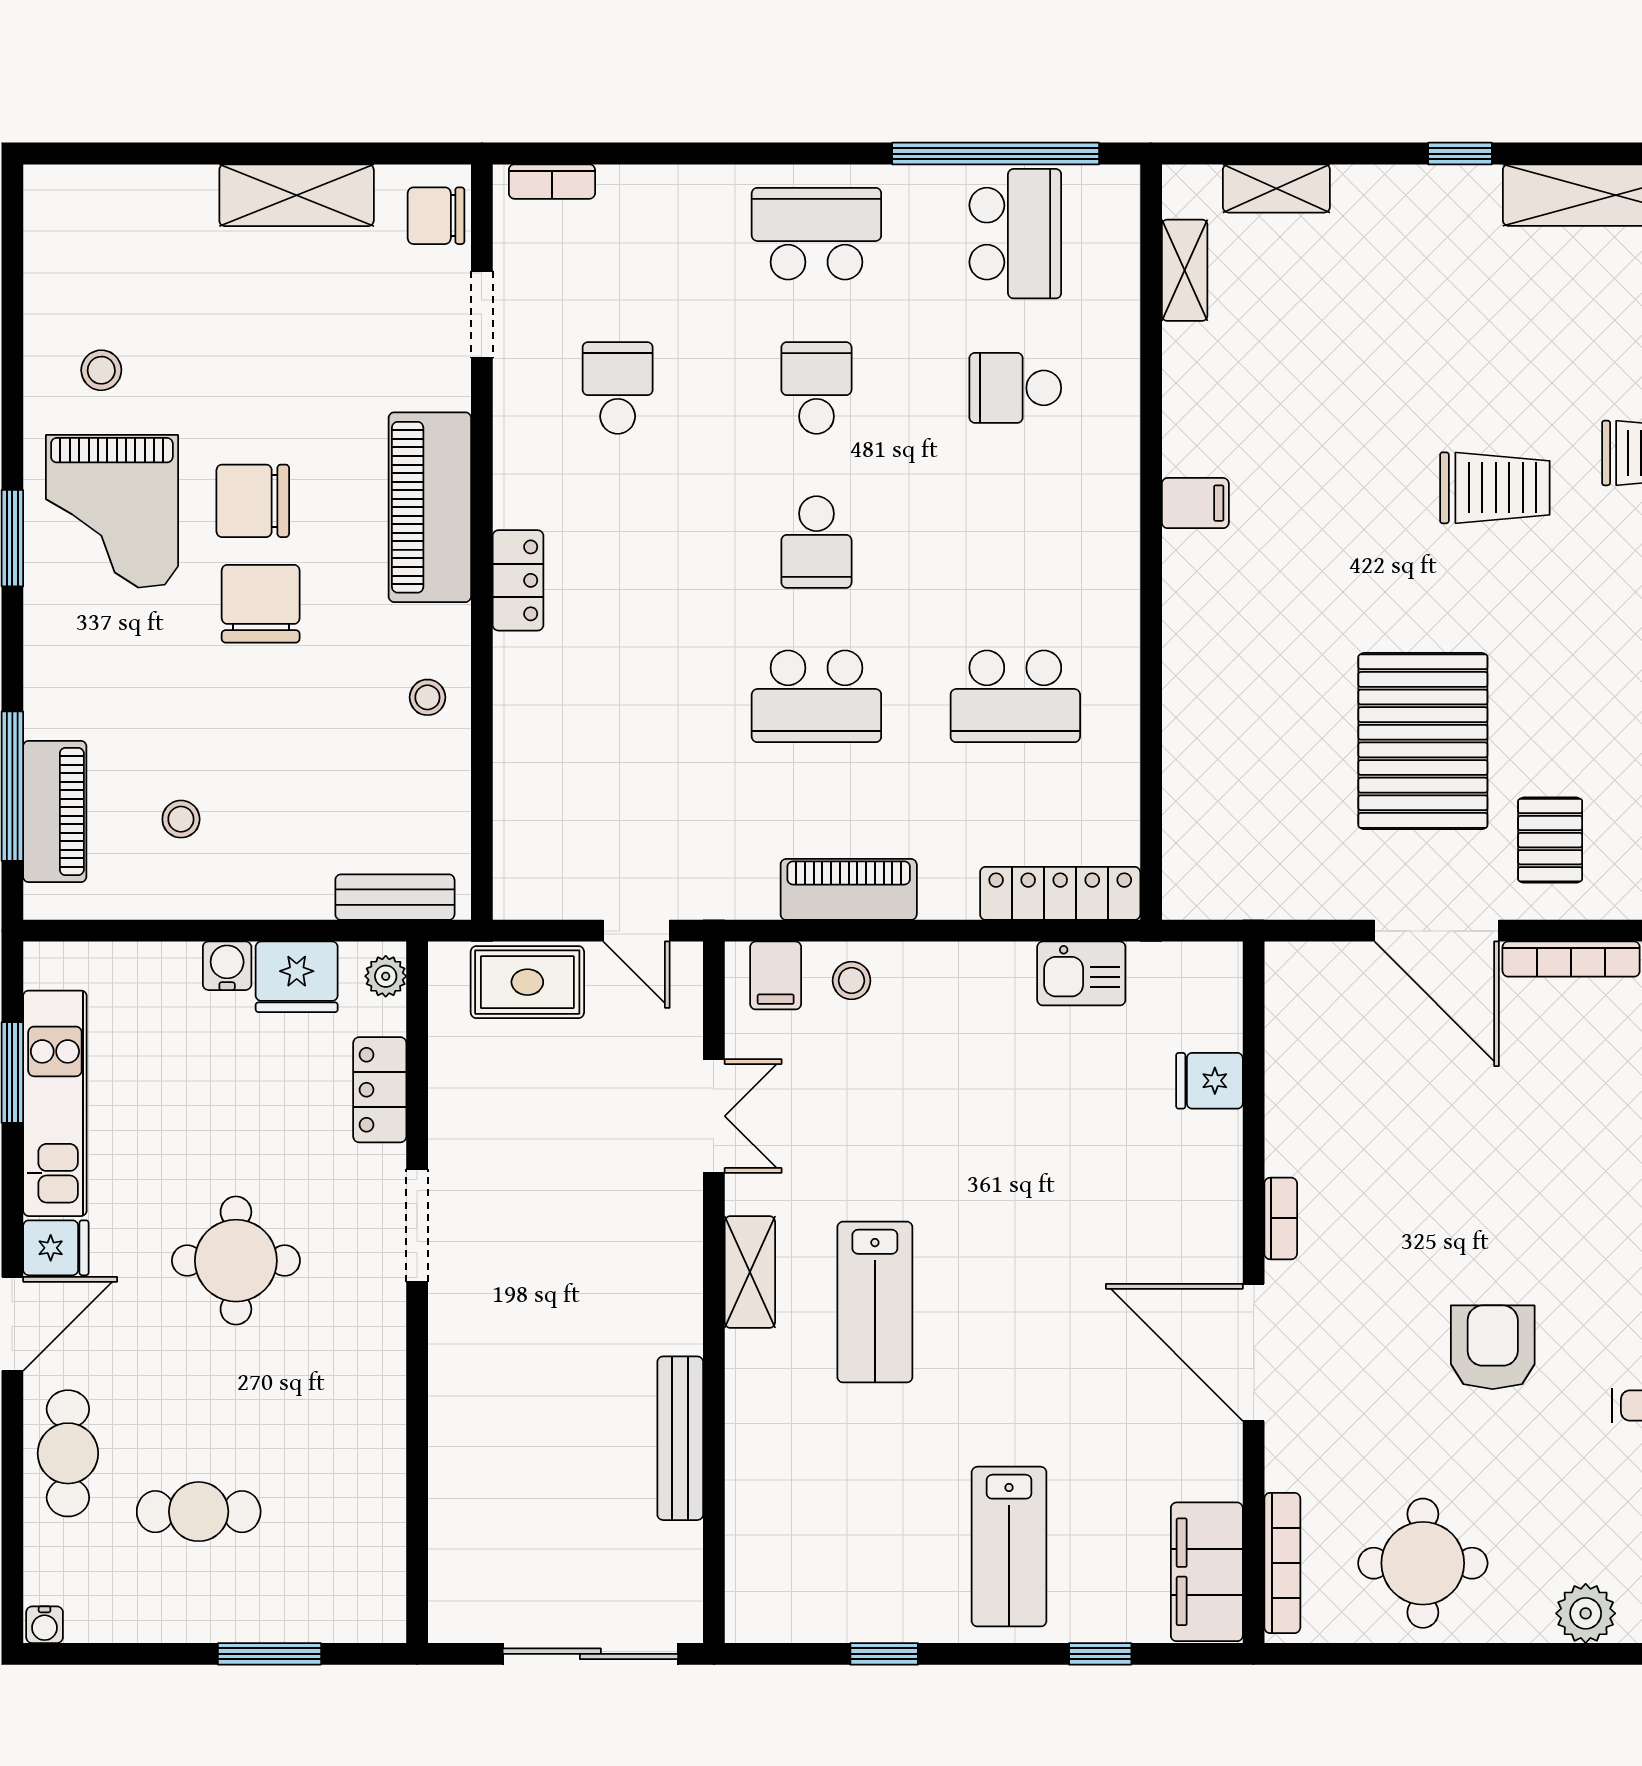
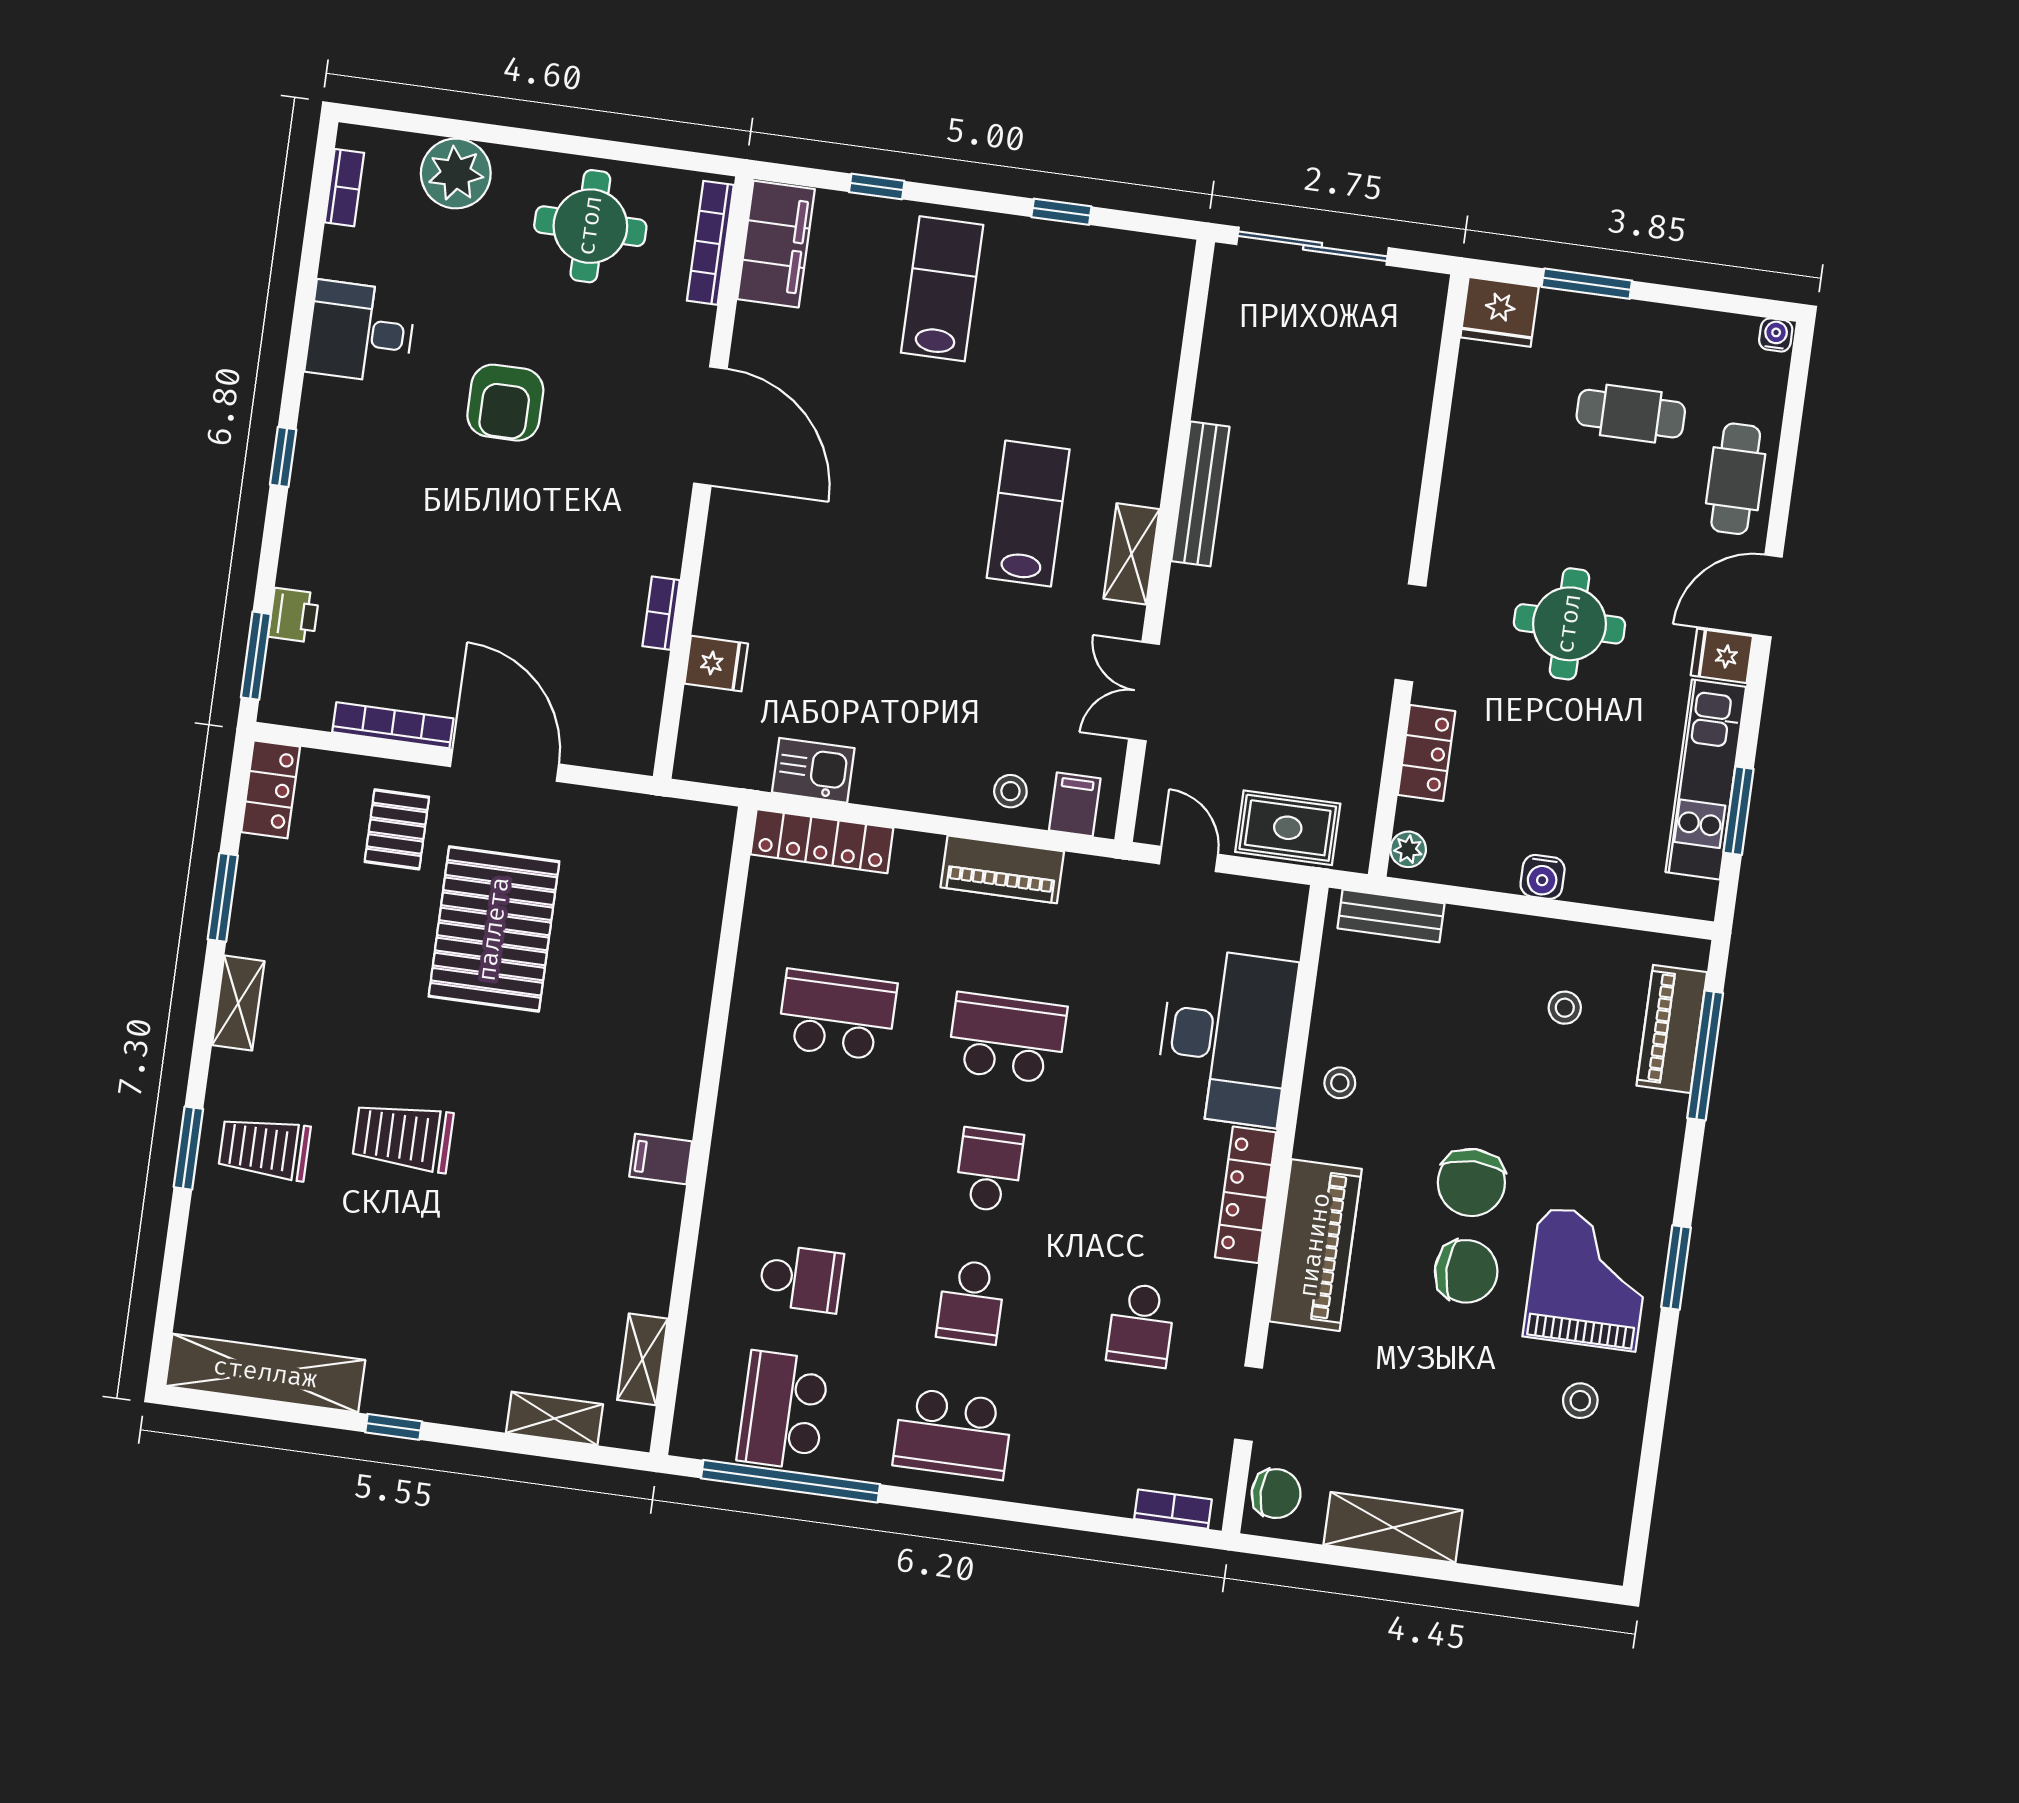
locker: (518, 580) -> (1246, 1195), width x1.53
desk: (565, 732) -> (1226, 1037), added
fridge: (297, 977) -> (1500, 312), moved, turned 180
bookcase: (1281, 1218) -> (661, 613), moved
bench: (680, 1438) -> (1200, 494), moved
plant: (1586, 1613) -> (456, 173), width x1.36, depth x1.36

